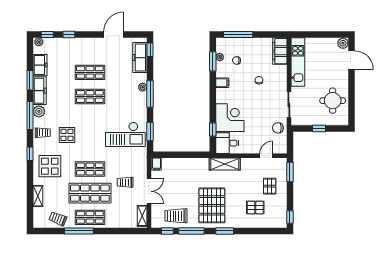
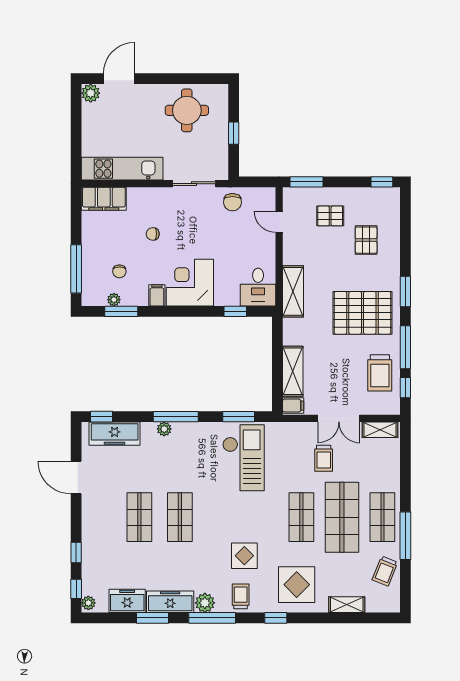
corner desk: (230, 118) -> (190, 283), moved
shelving: (177, 164) -> (293, 371), added
double door: (149, 191) -> (339, 418), swing flipped

